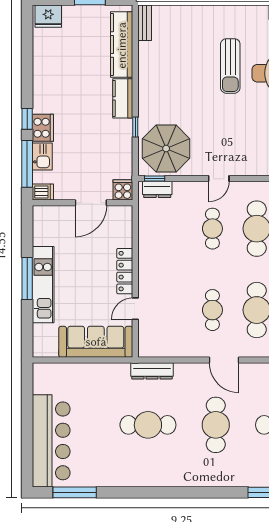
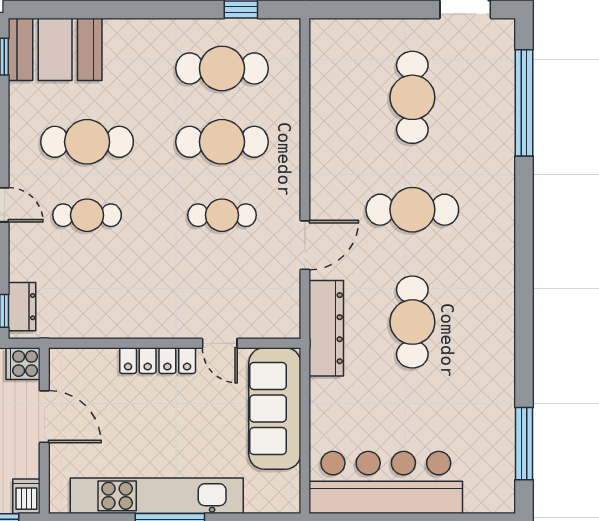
kitchen unit: (43, 285) -> (157, 496), width x1.36
door: (224, 360) -> (305, 245), moved
dresser: (152, 371) -> (326, 328), width x1.37, depth x1.24
bar counter: (51, 441) -> (386, 482), moved

